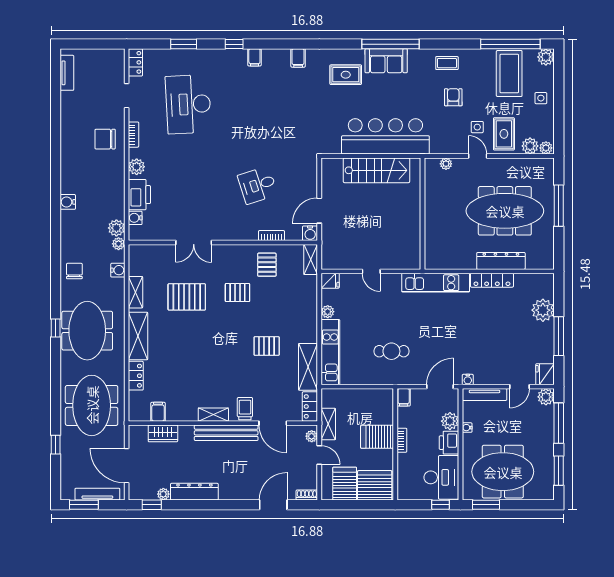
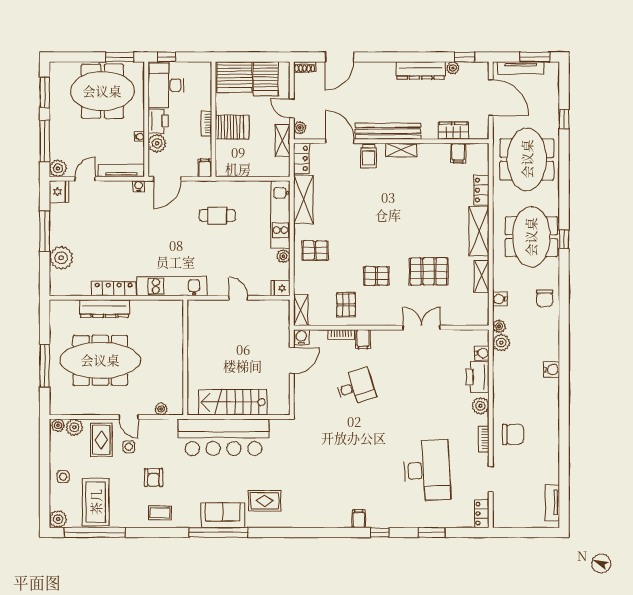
filing cabinet: (298, 58) -> (363, 339), moved, turned 180
pallet: (267, 346) -> (315, 250), moved

